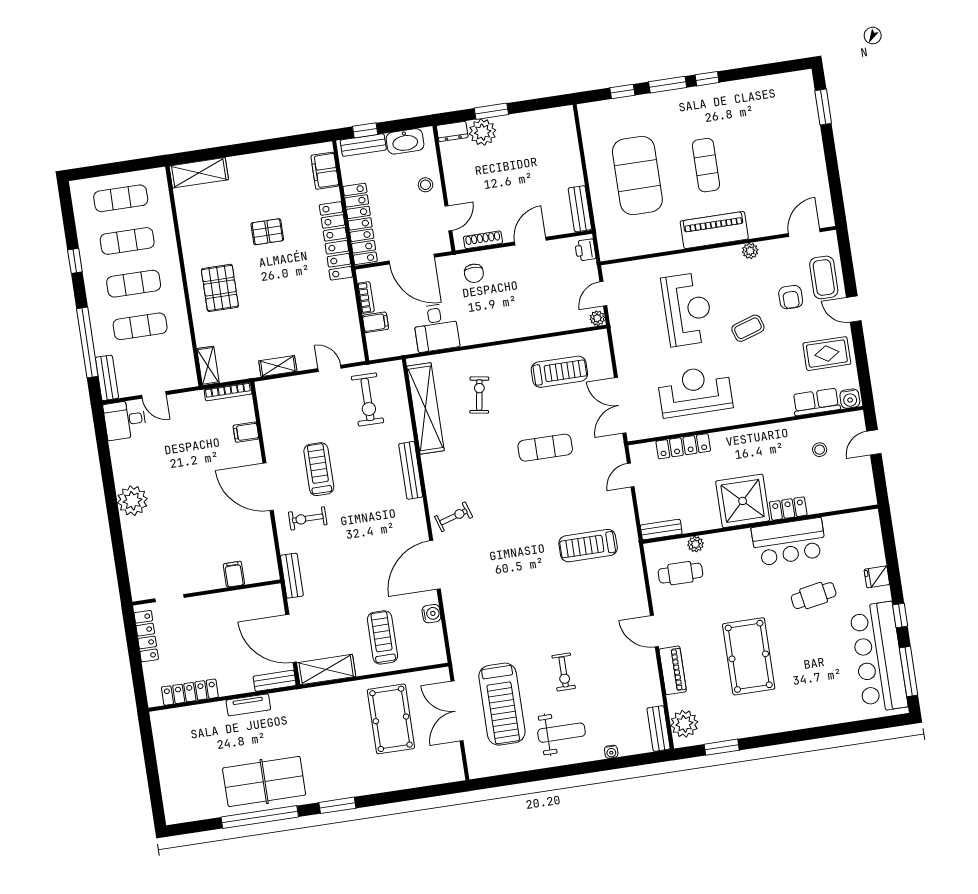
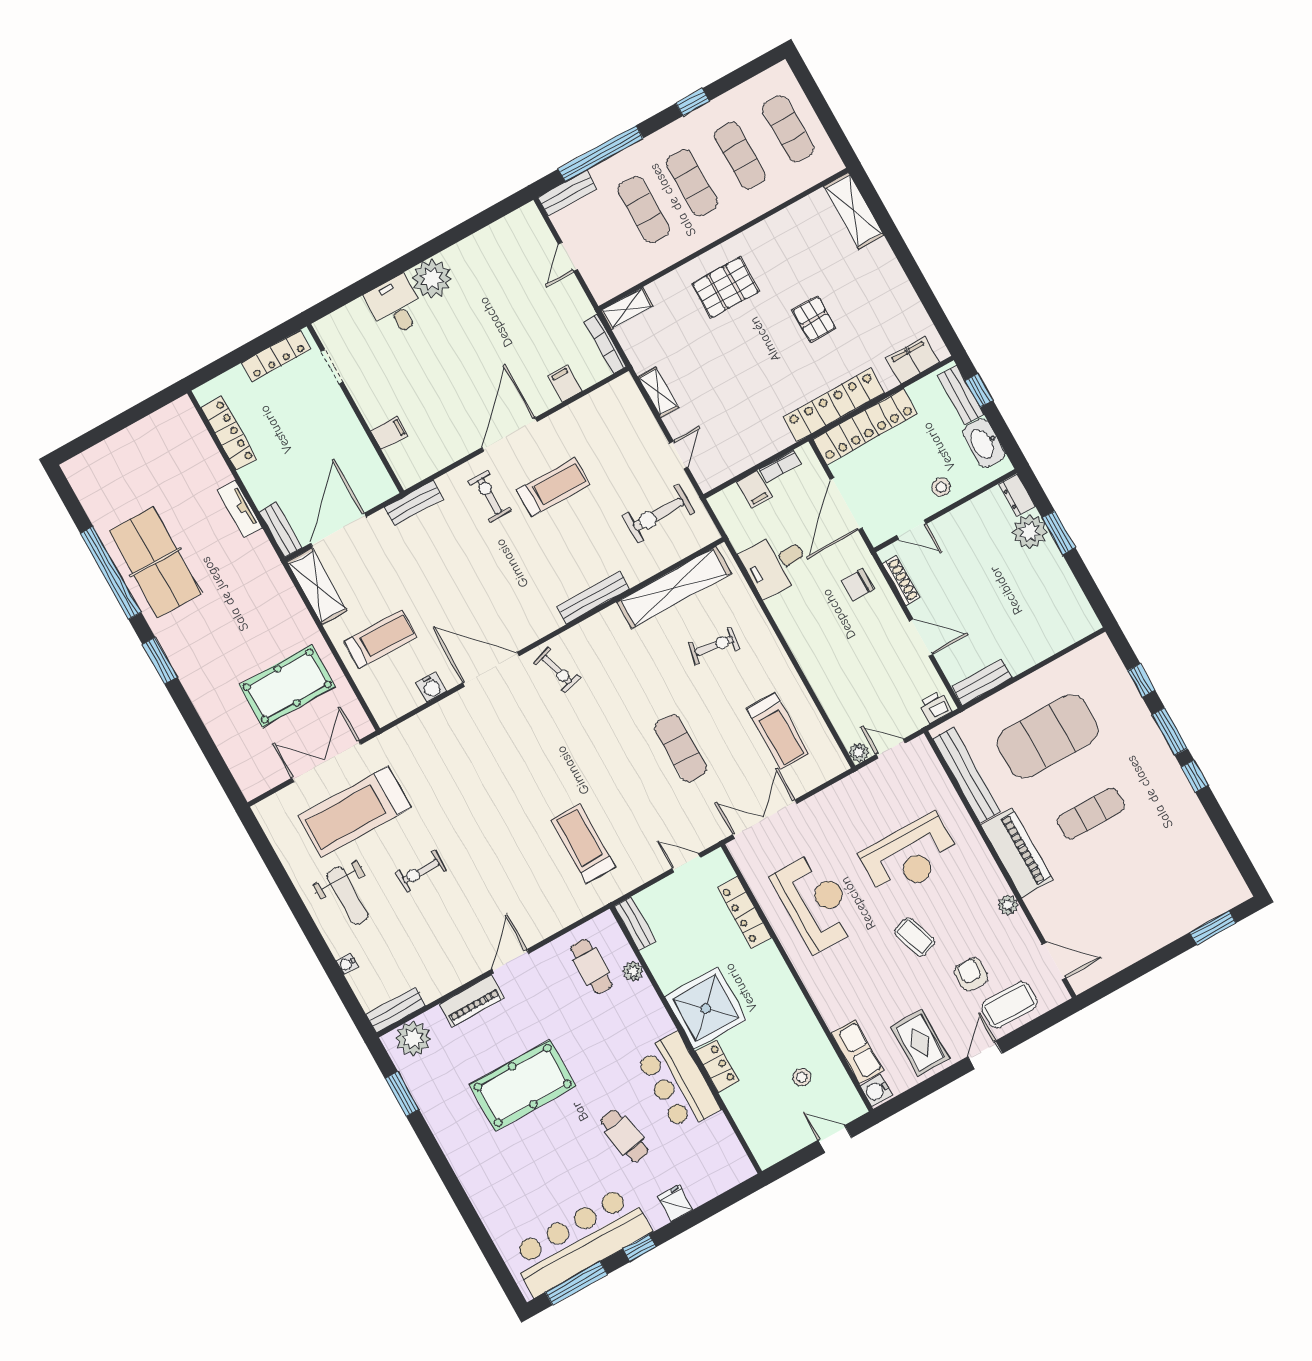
bench: (644, 245) -> (967, 775), added
armchair: (791, 297) -> (971, 974), turned 90
desk: (125, 420) -> (395, 306), moved

